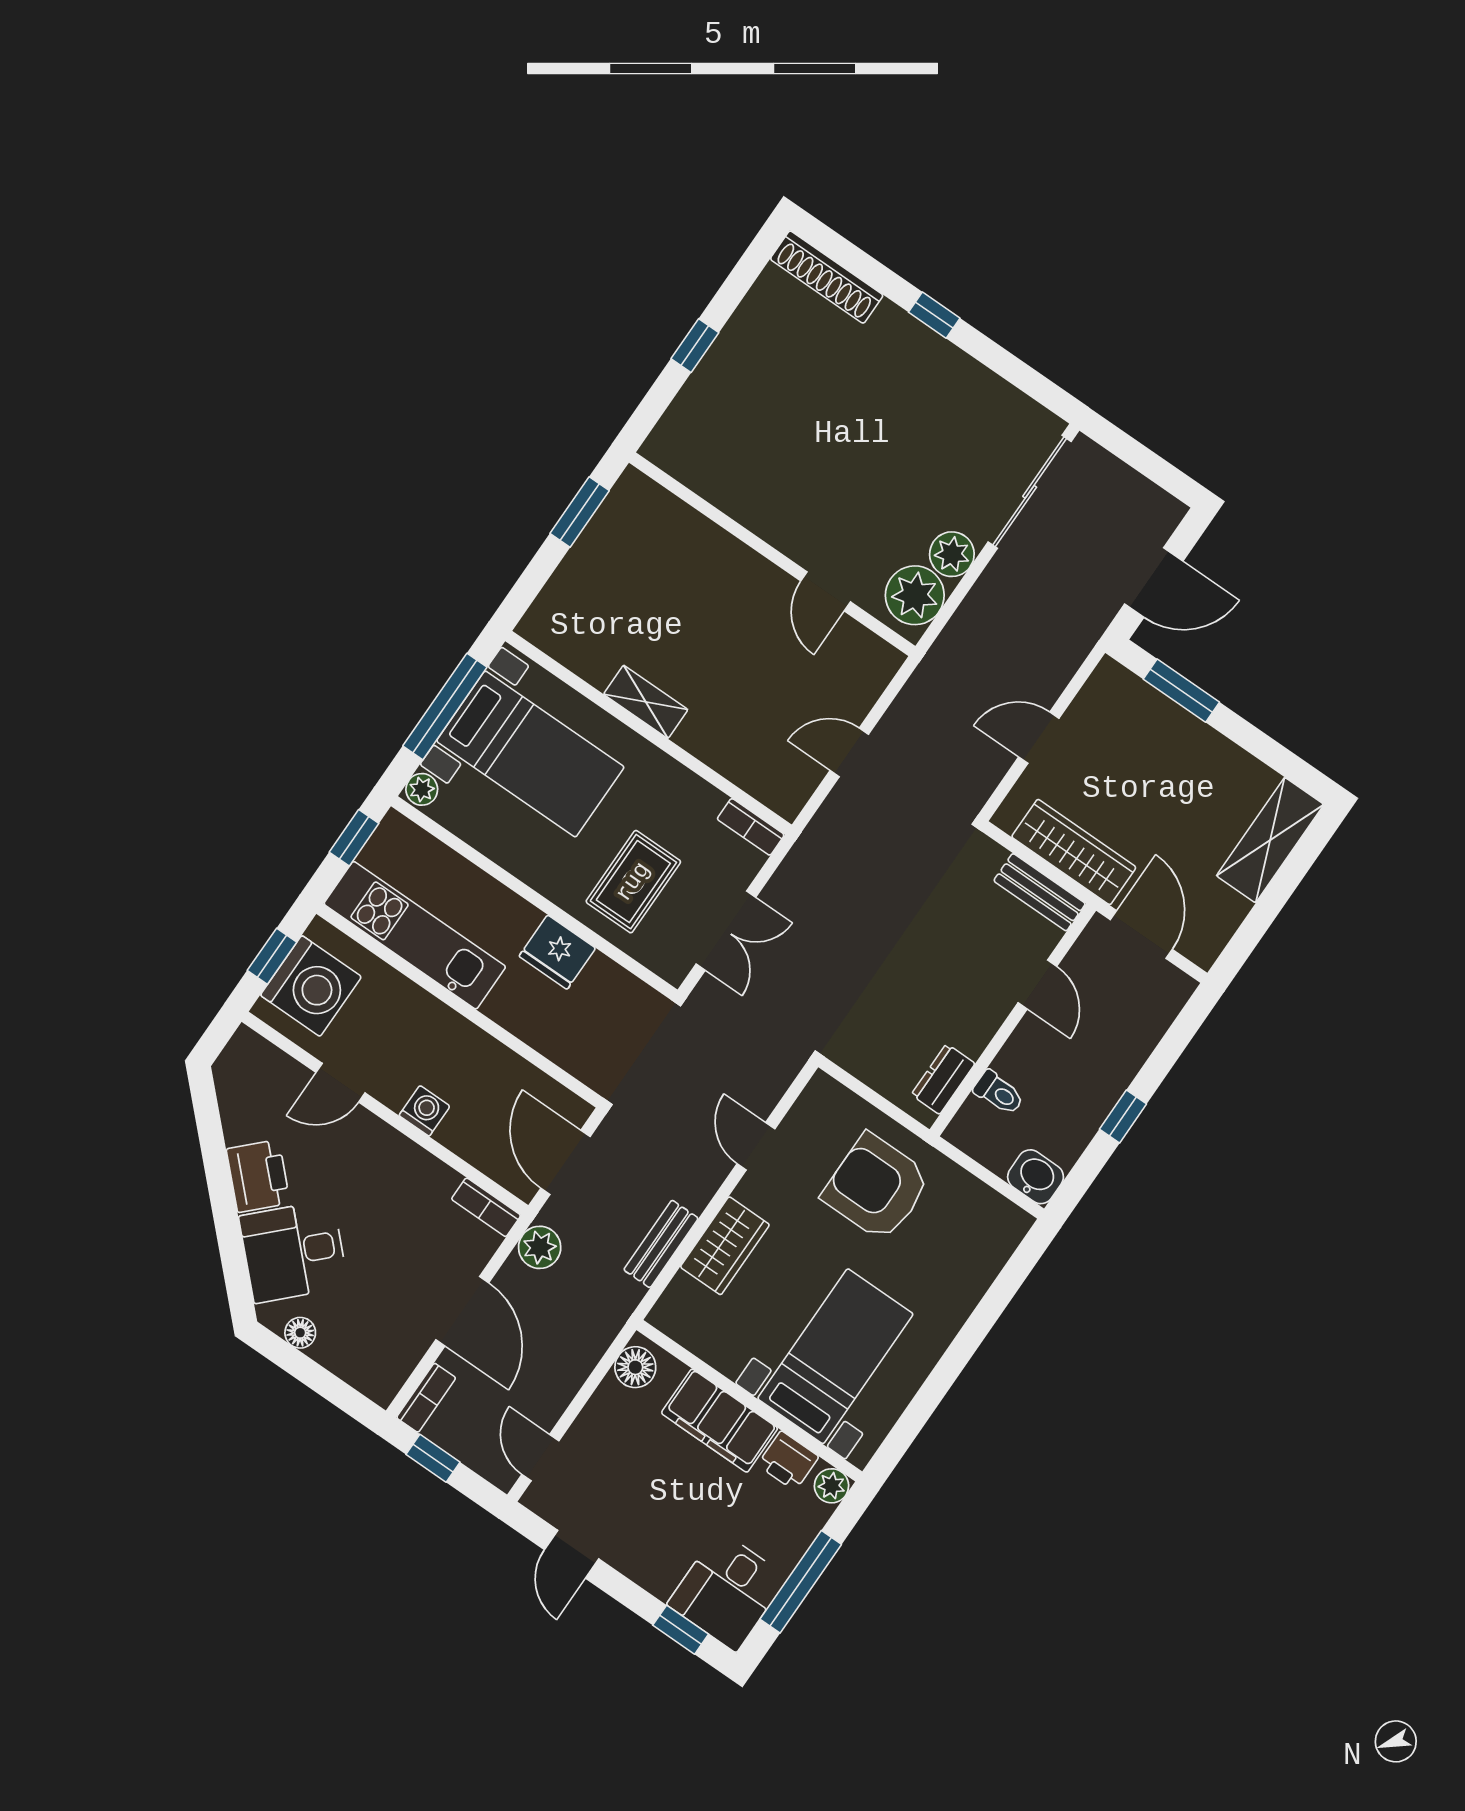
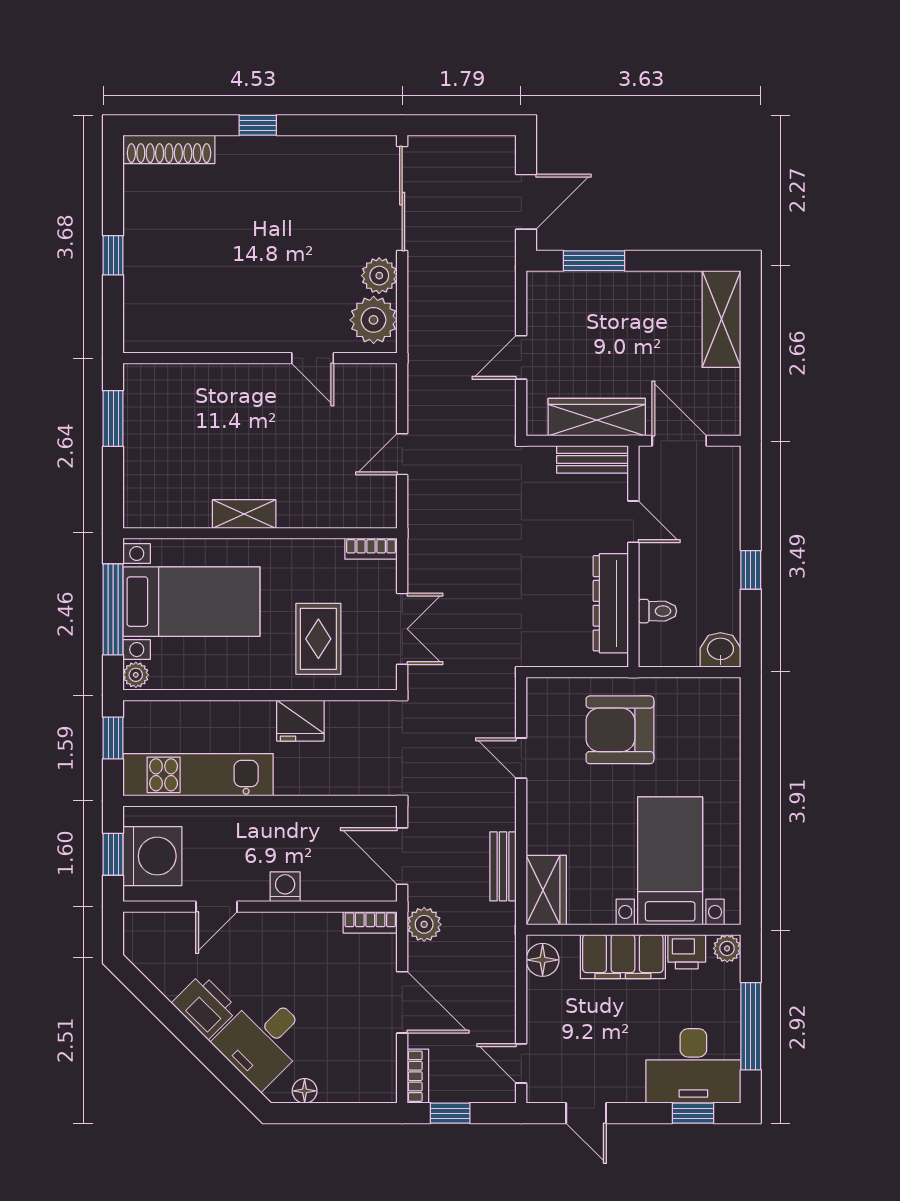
dresser: (943, 1079) -> (611, 603), width x1.96, depth x1.24
wardrobe: (725, 1246) -> (546, 890), moved
desk: (727, 1591) -> (693, 1066), width x1.37

